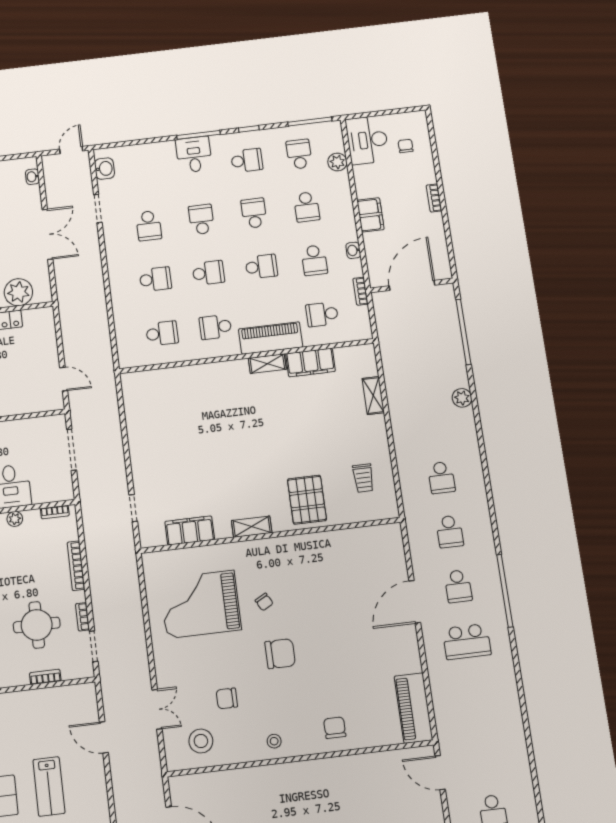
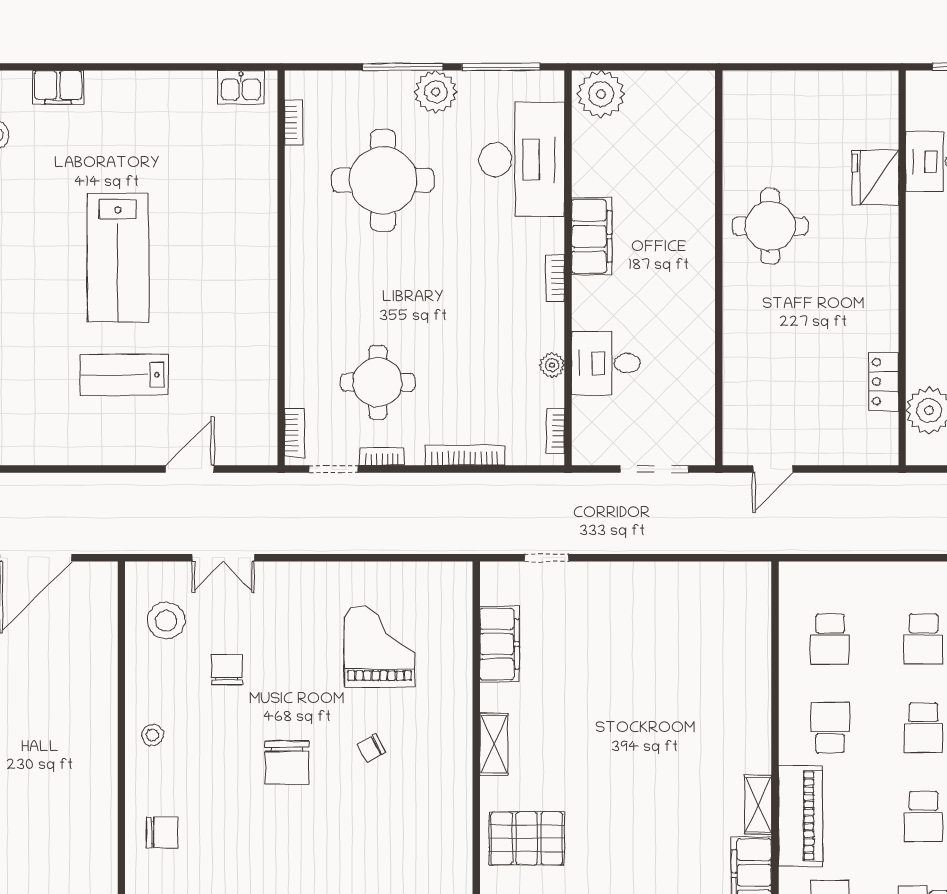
grand piano: (200, 604) -> (380, 646), width x0.73, depth x0.68
bookcase: (45, 677) -> (294, 432), moved

